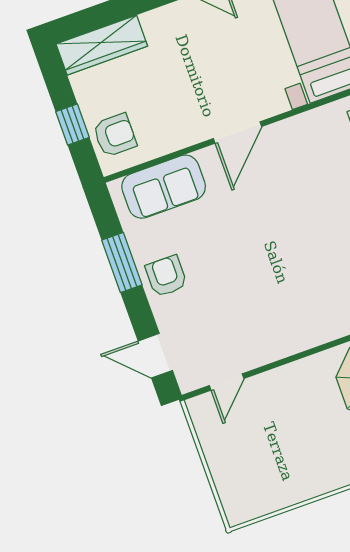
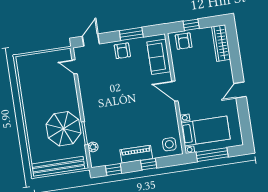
armchair: (166, 276) -> (122, 51), turned 90

